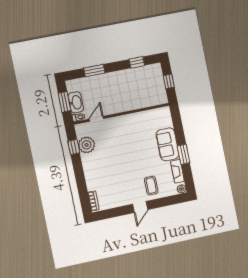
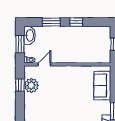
window: (137, 62) -> (76, 22), moved
washbasin: (76, 102) -> (30, 35), moved
sofa: (168, 144) -> (102, 86), moved

